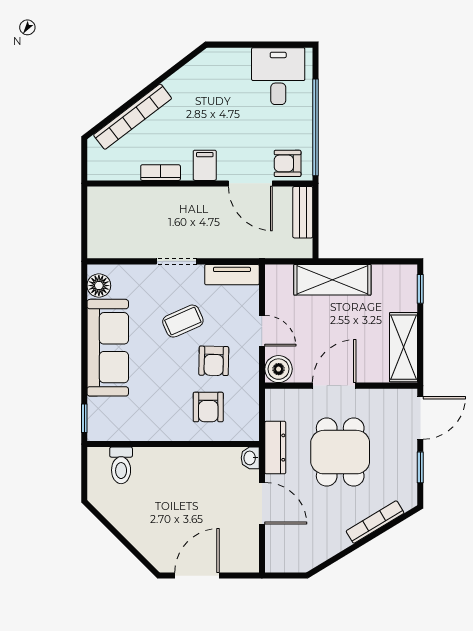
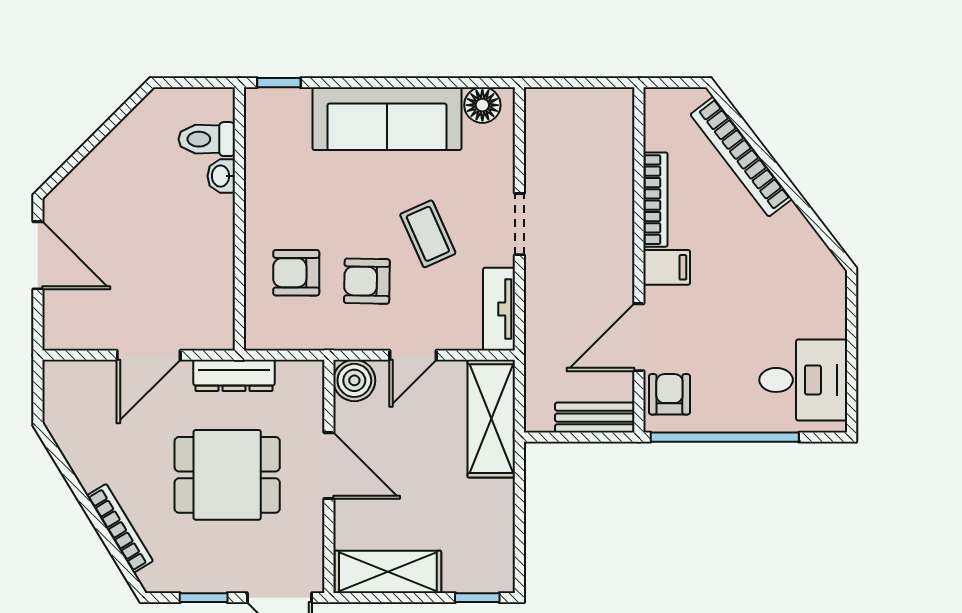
bookcase: (161, 173) -> (655, 200), width x1.56
shelving: (332, 280) -> (491, 419), moved
washbasin: (250, 458) -> (221, 176), moved, turned -90

